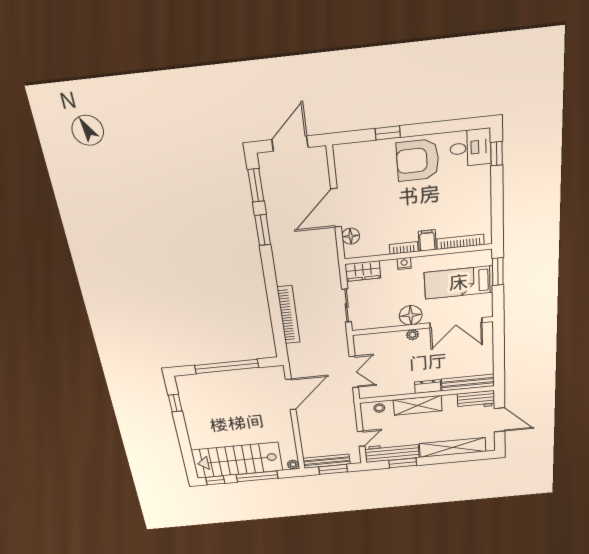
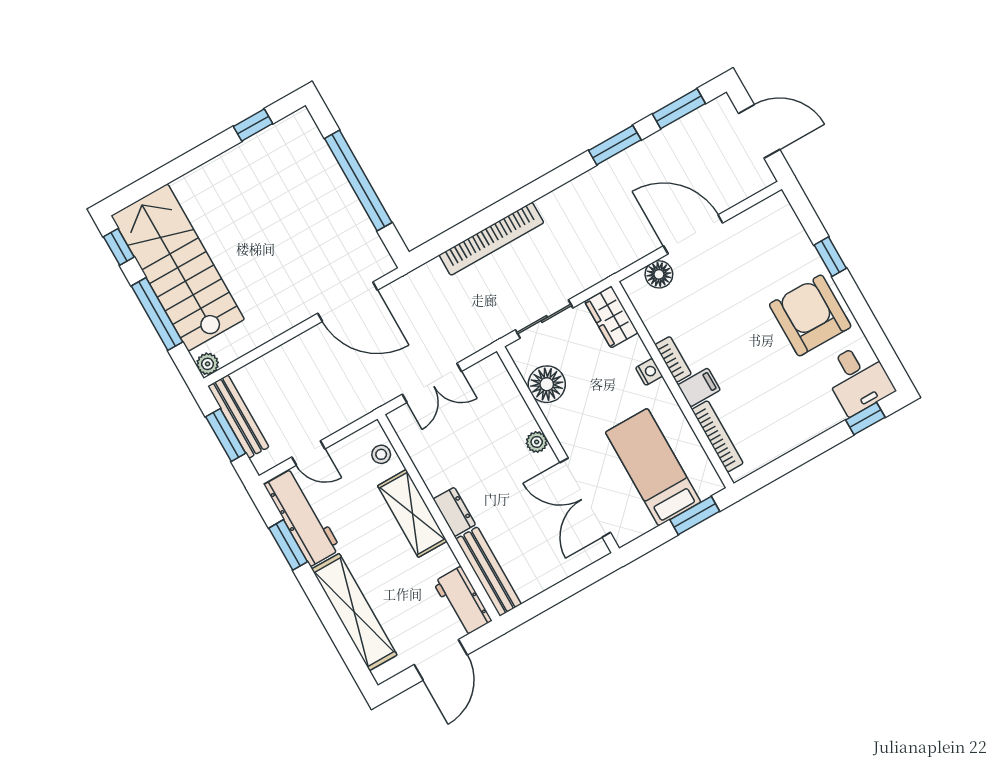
floor lamp: (411, 315) -> (547, 384), moved

